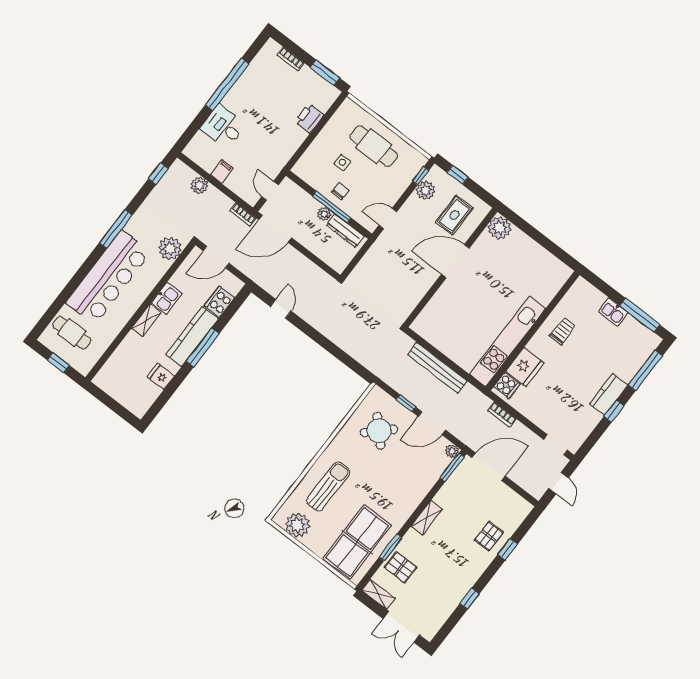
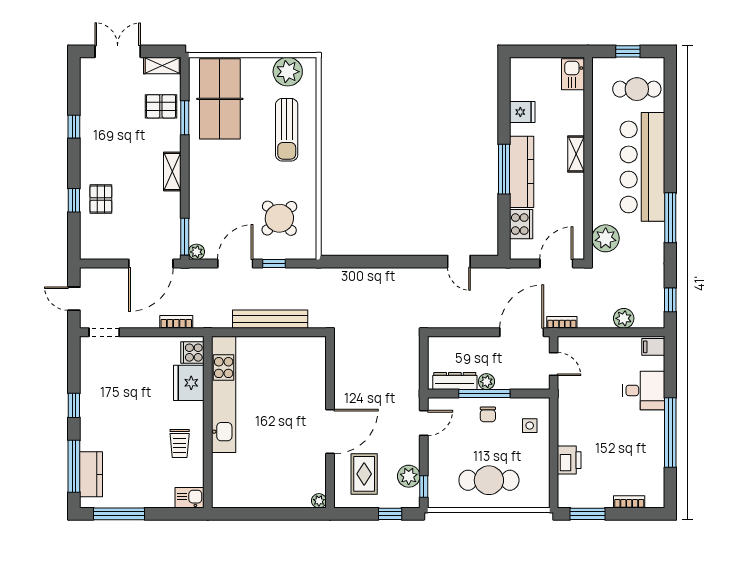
side table: (342, 162) -> (530, 426), moved
filing cabinet: (222, 171) -> (653, 347), moved, turned 90
plant: (500, 228) -> (319, 501), width x0.53, depth x0.53
kitchen sink: (167, 298) -> (573, 74), moved
kitchen sink: (613, 312) -> (190, 498), moved
kitchen counter: (609, 394) -> (91, 474), moved

